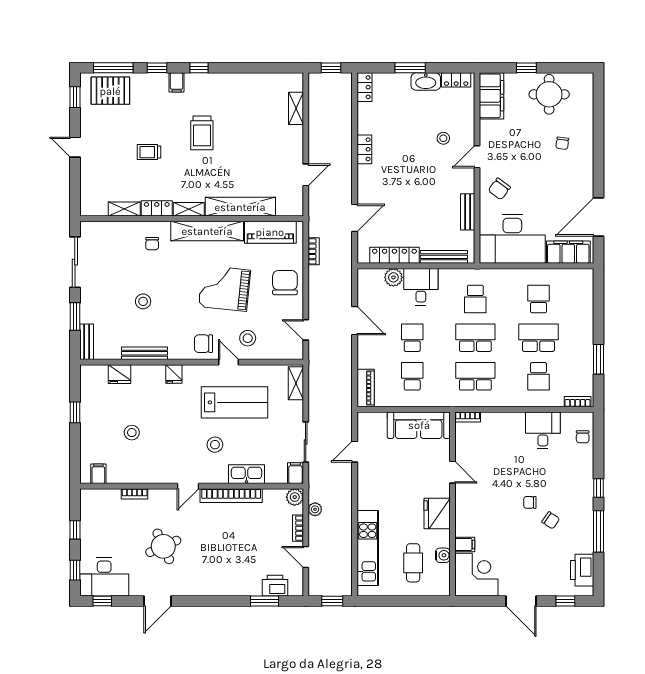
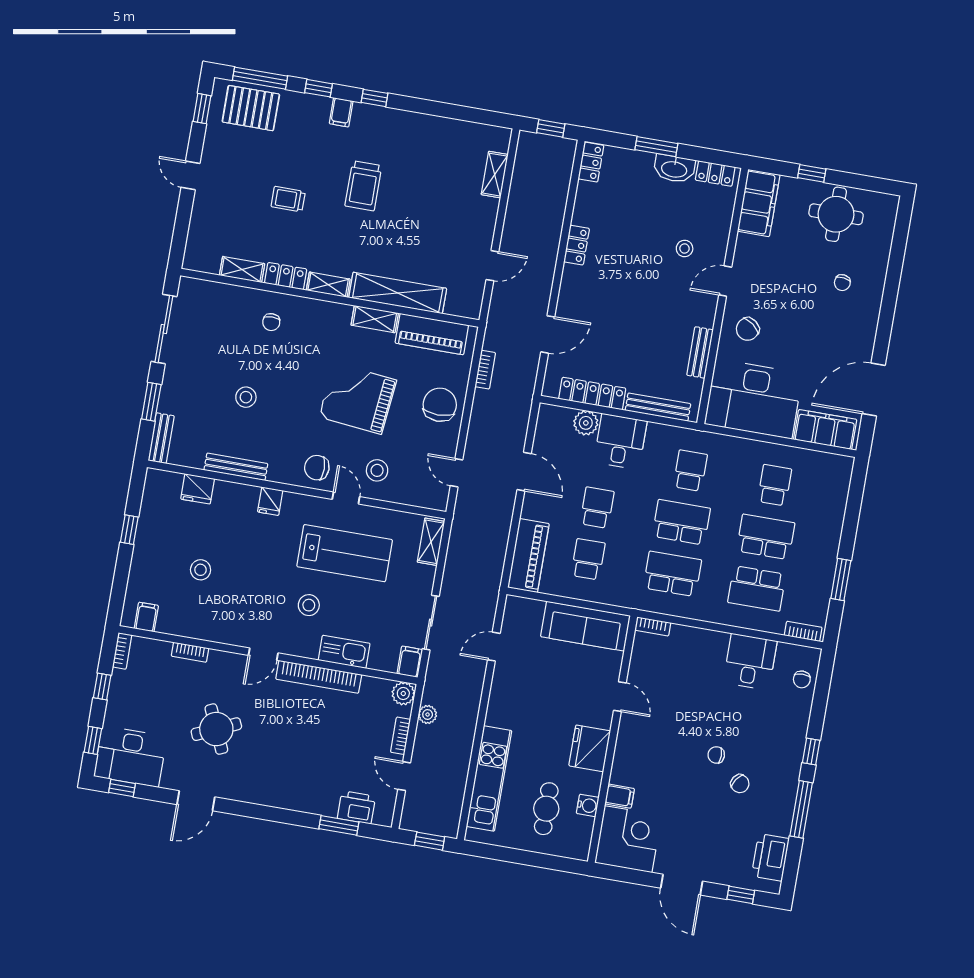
shelving: (207, 231) -> (375, 319), width x0.45, depth x0.75
school desk: (475, 299) -> (690, 471), turned 180
school desk: (538, 376) -> (757, 588), width x1.85
piano: (366, 388) -> (528, 556), width x1.37, depth x1.33
bookcase: (85, 501) -> (122, 651), added

